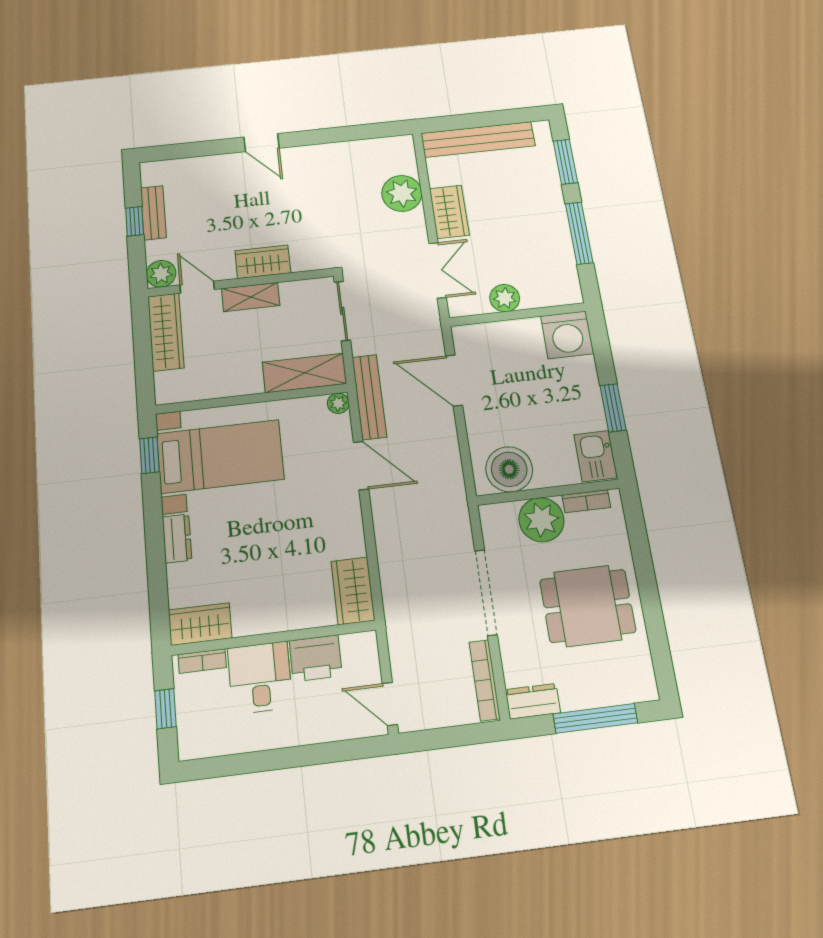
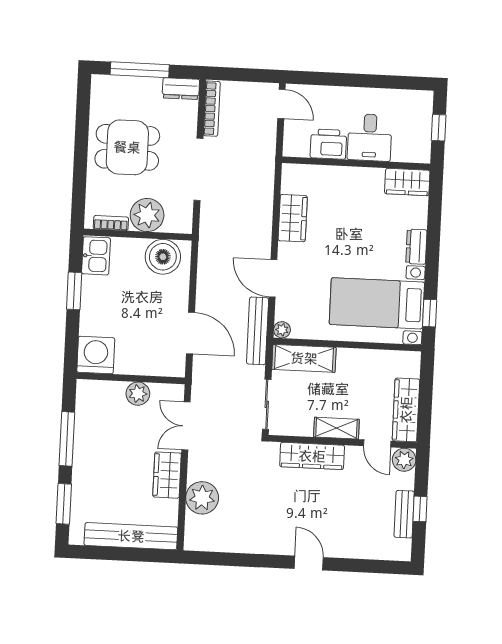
wardrobe: (263, 262) -> (312, 456), width x1.50
wardrobe: (353, 591) -> (293, 218), moved
bookcase: (202, 661) -> (409, 156), removed

